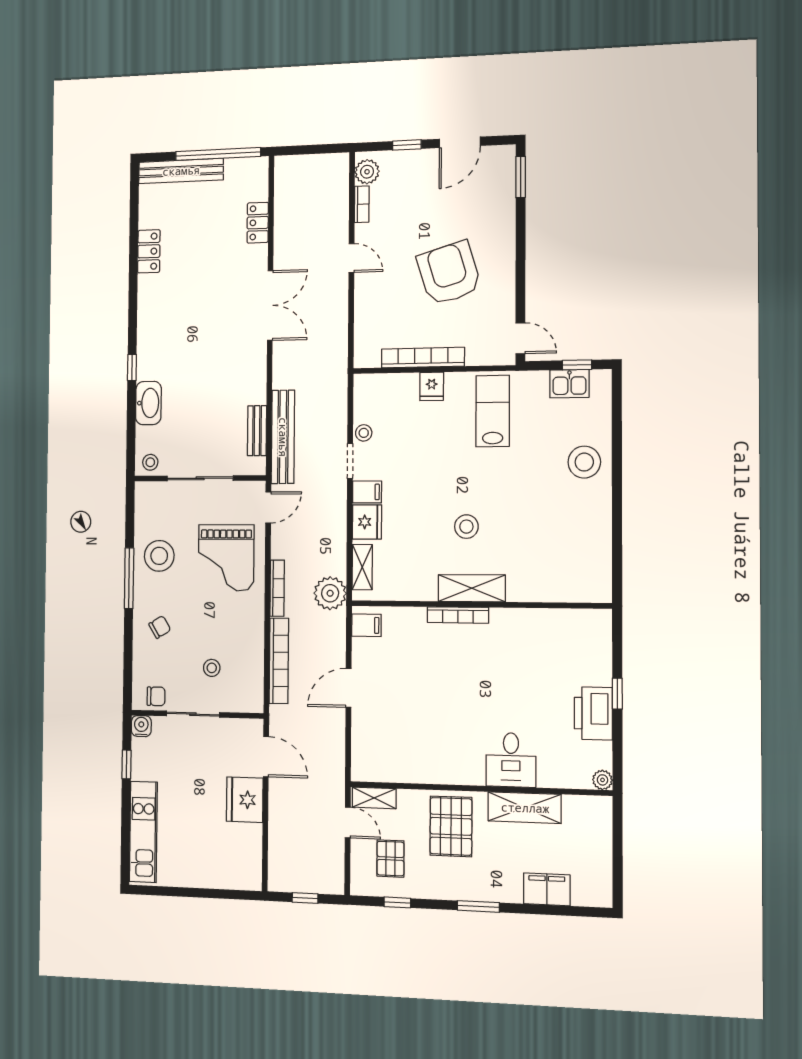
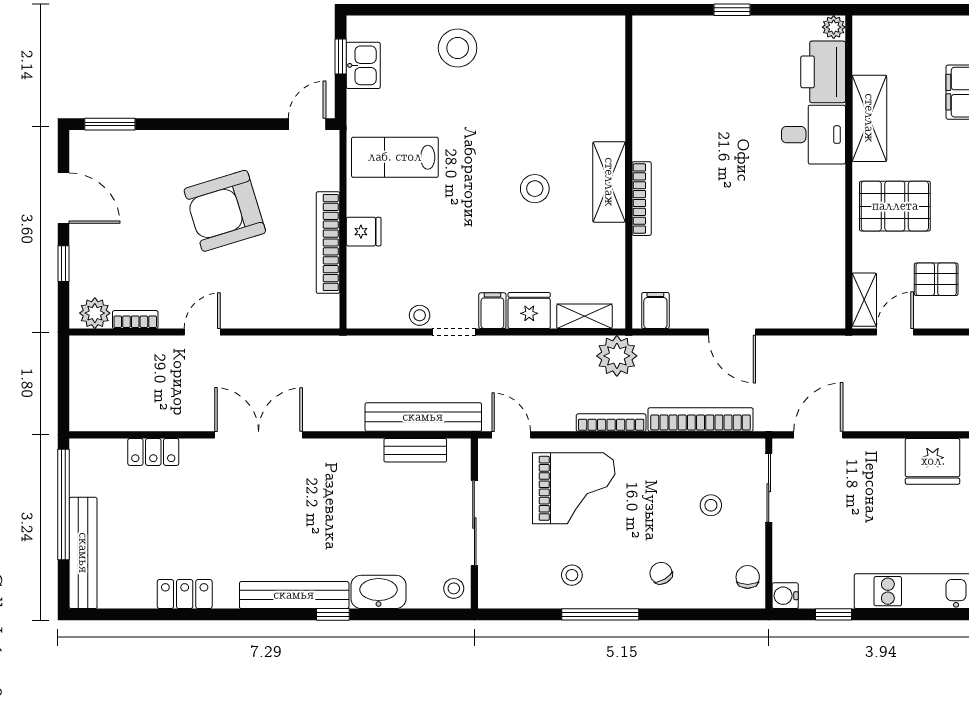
bench: (147, 337) -> (294, 595), added
stool: (159, 556) -> (572, 575), width x0.53, depth x0.53
printer: (593, 713) -> (823, 72), moved, turned 90
sliding door: (193, 714) -> (769, 488), moved
fridge: (245, 800) -> (933, 461), moved

